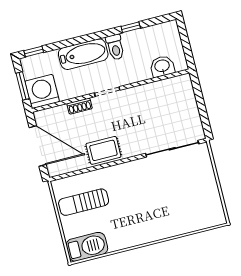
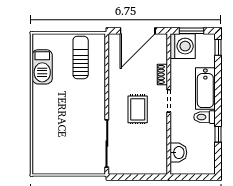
rug: (103, 150) -> (138, 109), moved
barbecue: (87, 247) -> (42, 67), moved

